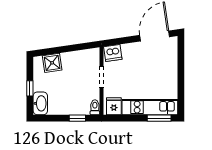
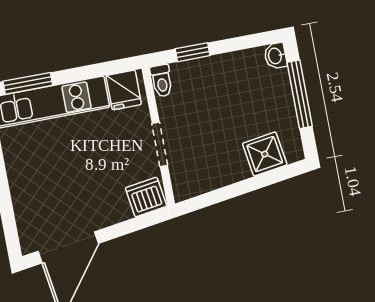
window: (30, 88) -> (300, 94), width x2.17
washbasin: (40, 103) -> (275, 56), width x0.52, depth x0.69

